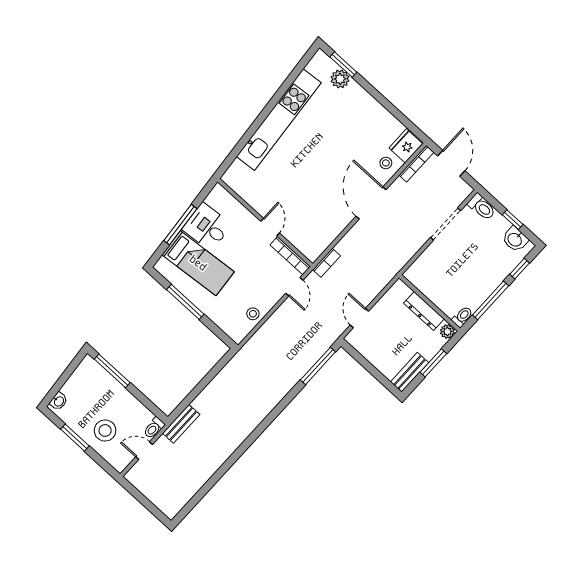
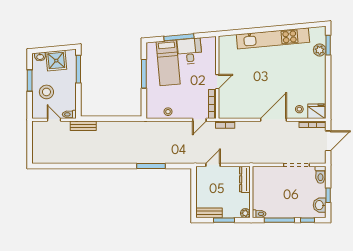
dresser: (424, 311) -> (245, 179), moved
window: (318, 366) -> (151, 166), moved
shower: (80, 387) -> (56, 61), added

